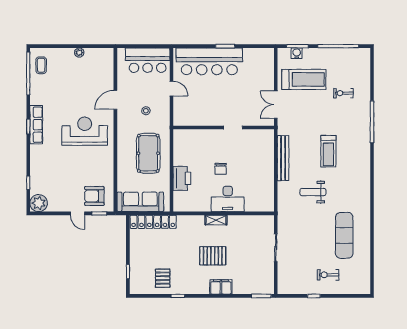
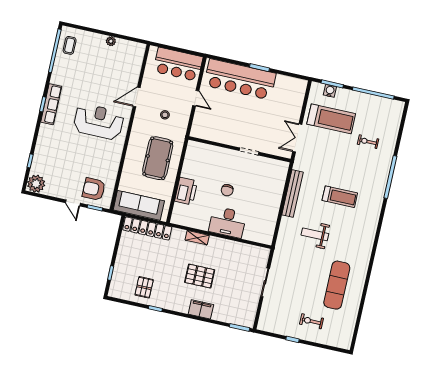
treadmill: (328, 151) -> (340, 197), turned -90
shelving: (216, 220) -> (197, 238), moved

